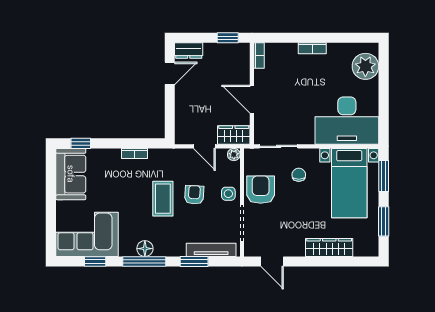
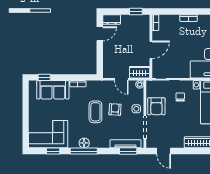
door: (252, 99) -> (151, 50), swing flipped
sofa: (71, 174) -> (53, 90), moved, turned 90
armchair: (261, 190) -> (156, 106), turned 180
window: (194, 261) -> (128, 151), moved

